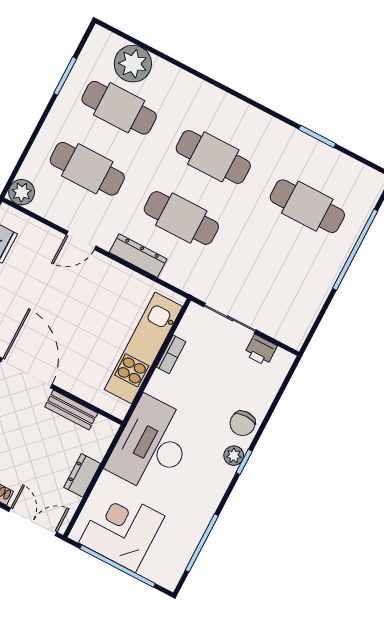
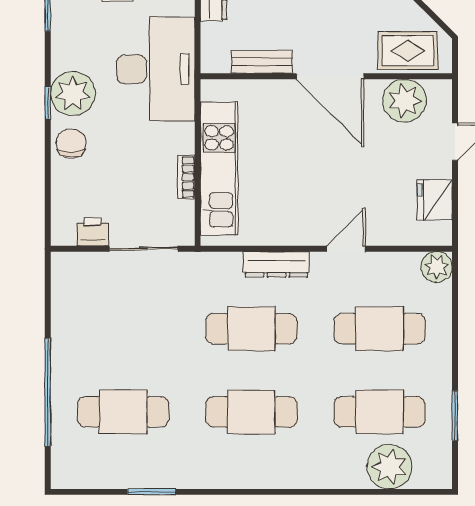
plant: (234, 456) -> (73, 94), width x1.88, depth x1.88

